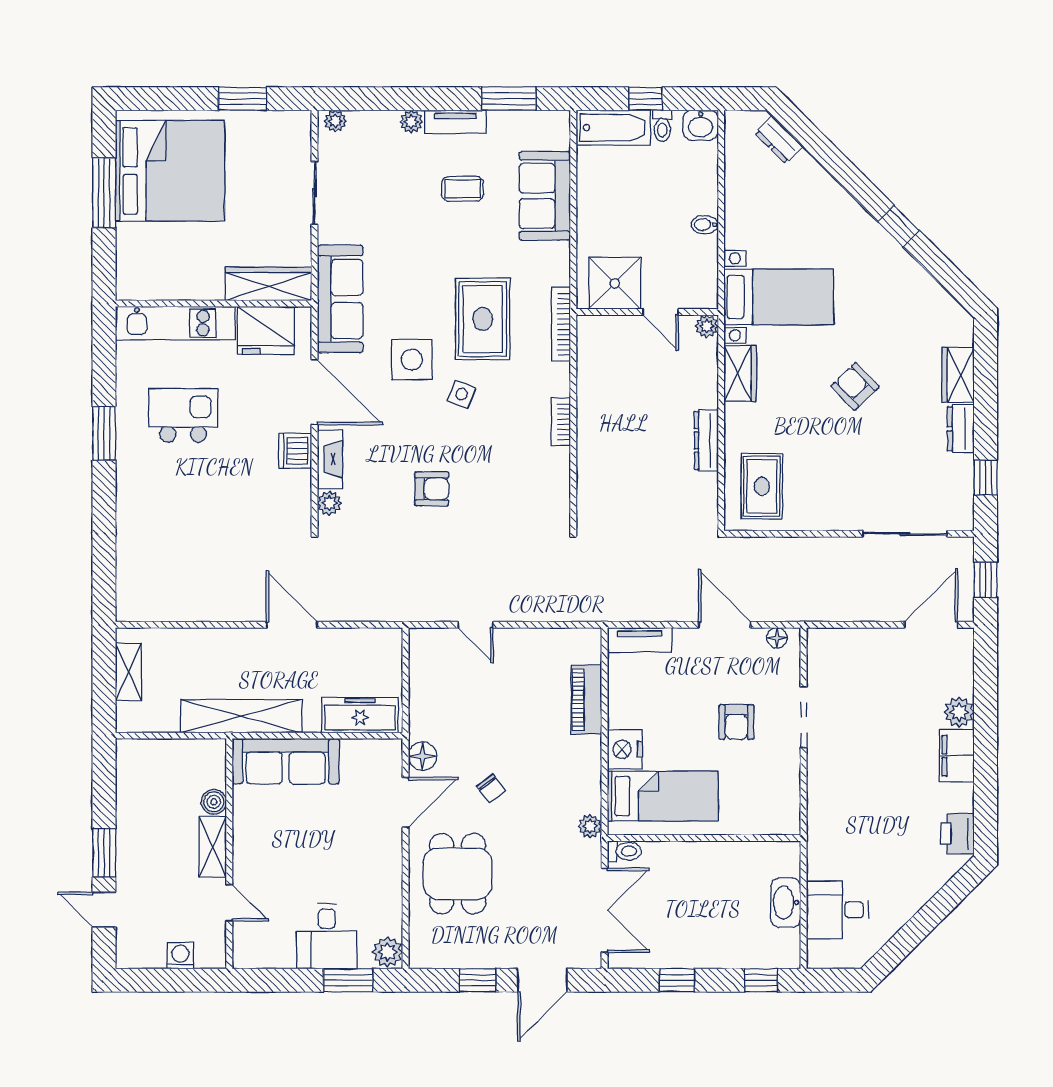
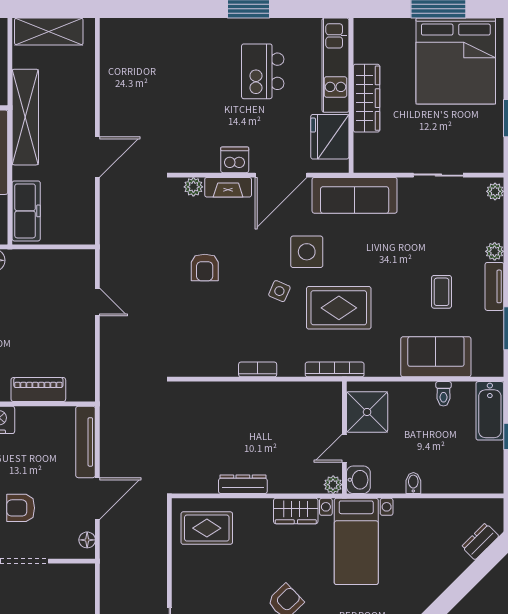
washbasin: (701, 125) -> (358, 480), moved, turned 180
toilet: (662, 126) -> (443, 394), moved, turned -90
wardrobe: (268, 284) -> (366, 98), moved
kitchen island: (183, 415) -> (263, 71), turned 180
door: (475, 625) -> (97, 302), swing flipped
tv unit: (640, 640) -> (86, 442), width x1.41
shelving: (128, 672) -> (49, 32), width x1.50, depth x1.33

